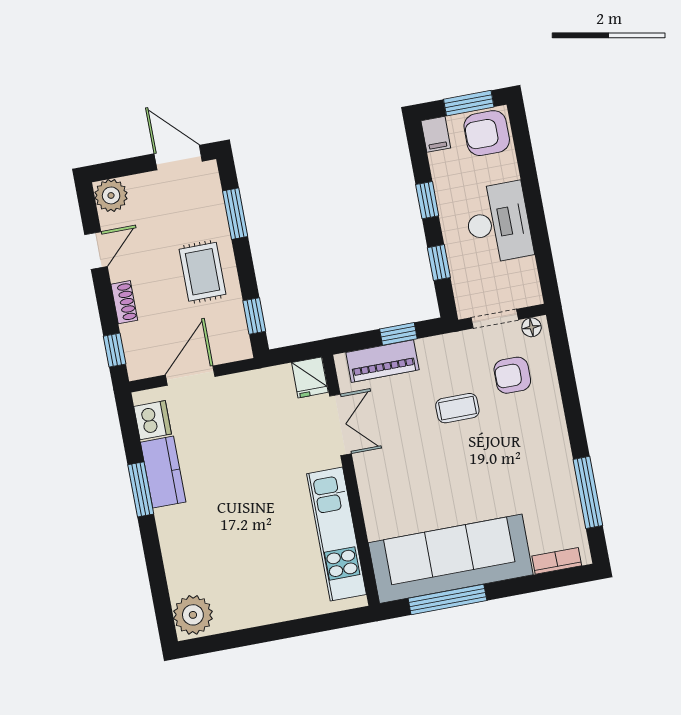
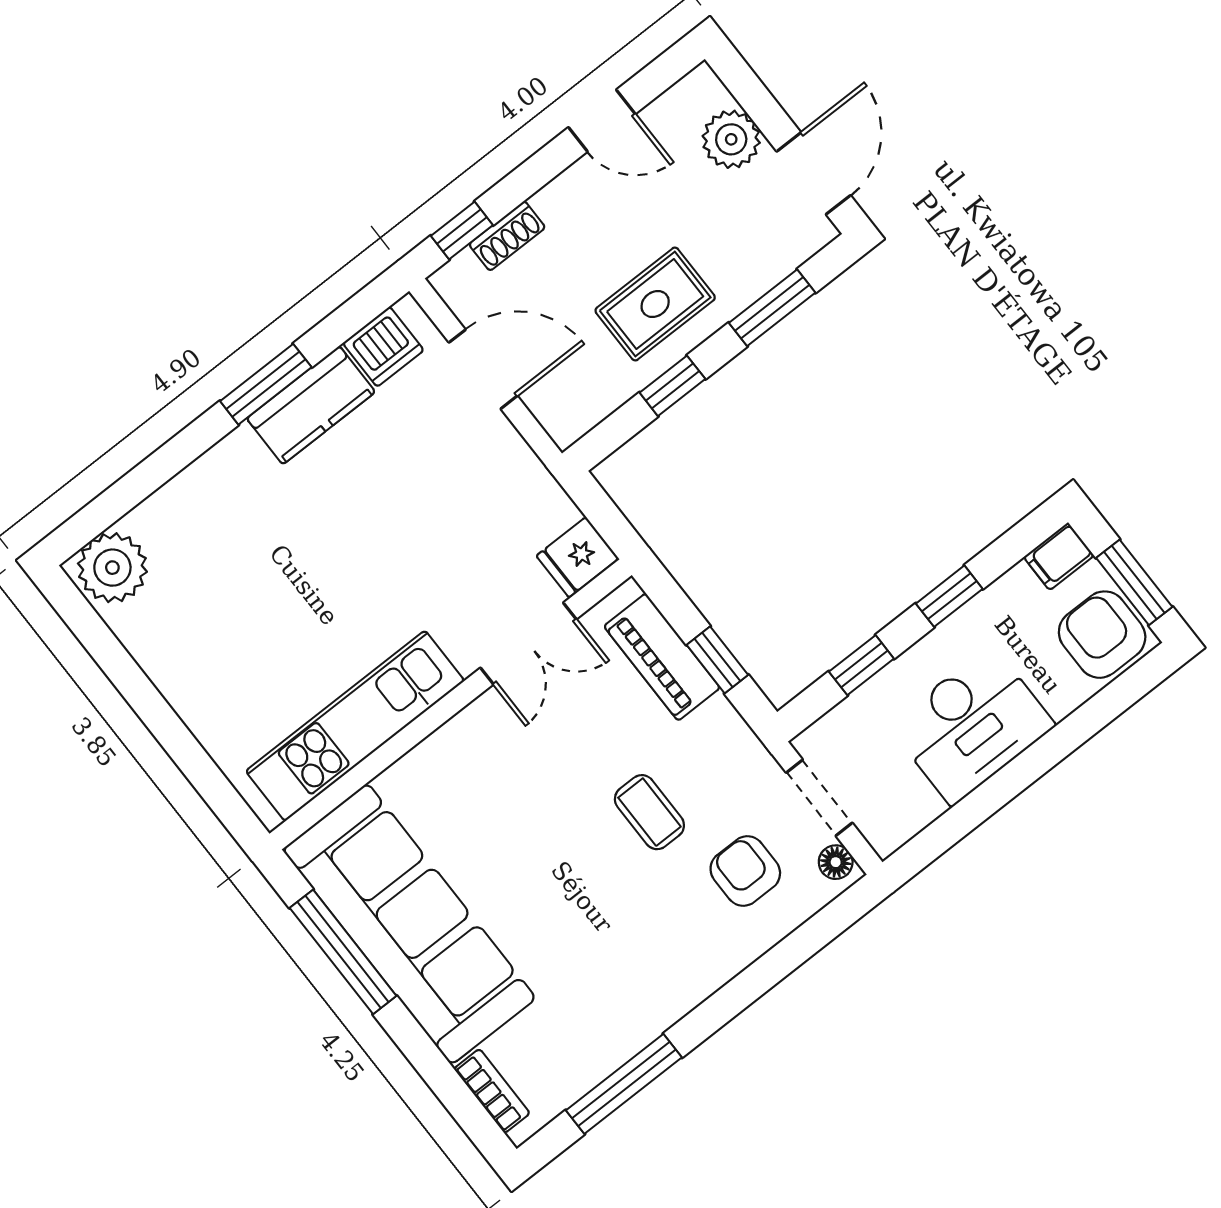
plant: (111, 195) -> (731, 139), moved
shoe rack: (124, 302) -> (507, 236), moved
window: (254, 316) -> (672, 386), moved

